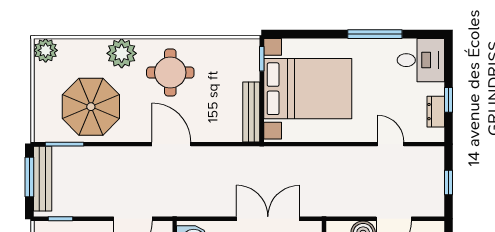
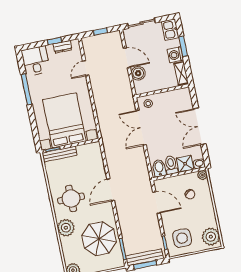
bench: (251, 112) -> (59, 154), moved

